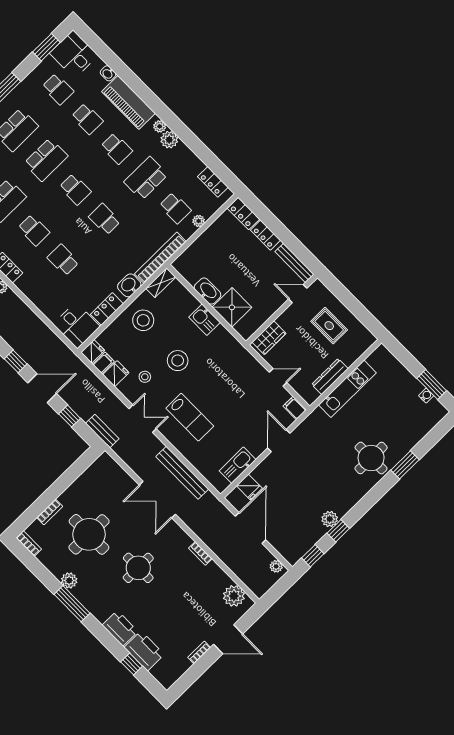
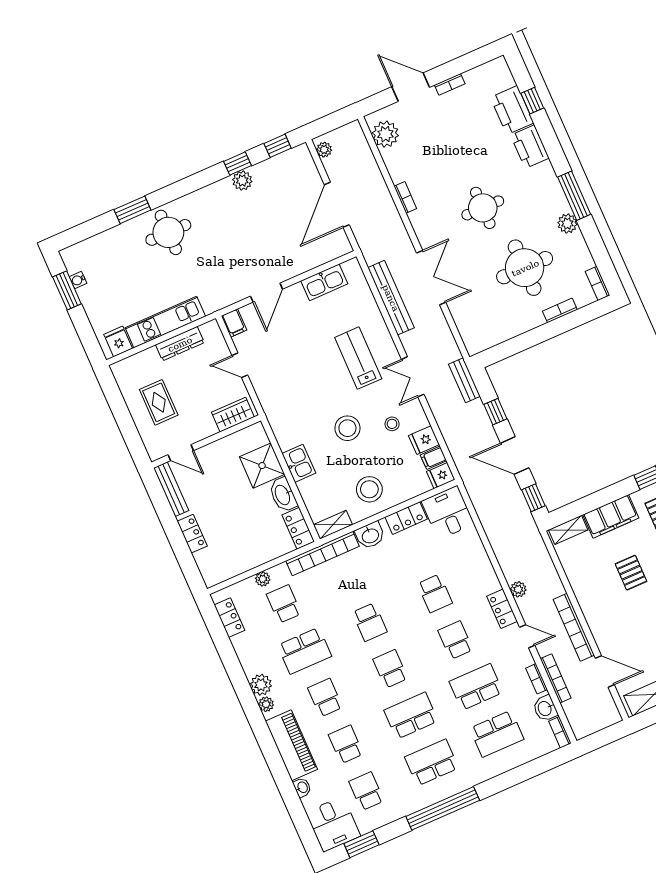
locker: (243, 214) -> (298, 528), moved, turned 180
fridge: (249, 487) -> (118, 341), moved

